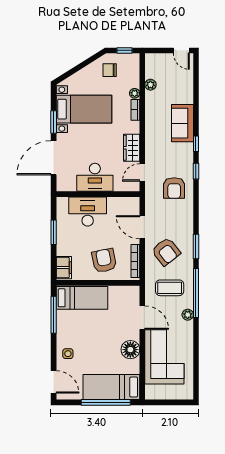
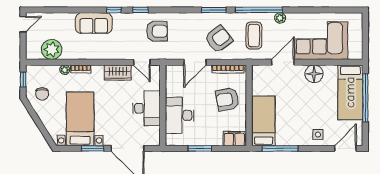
plant: (150, 85) -> (52, 49), width x1.87, depth x1.87

